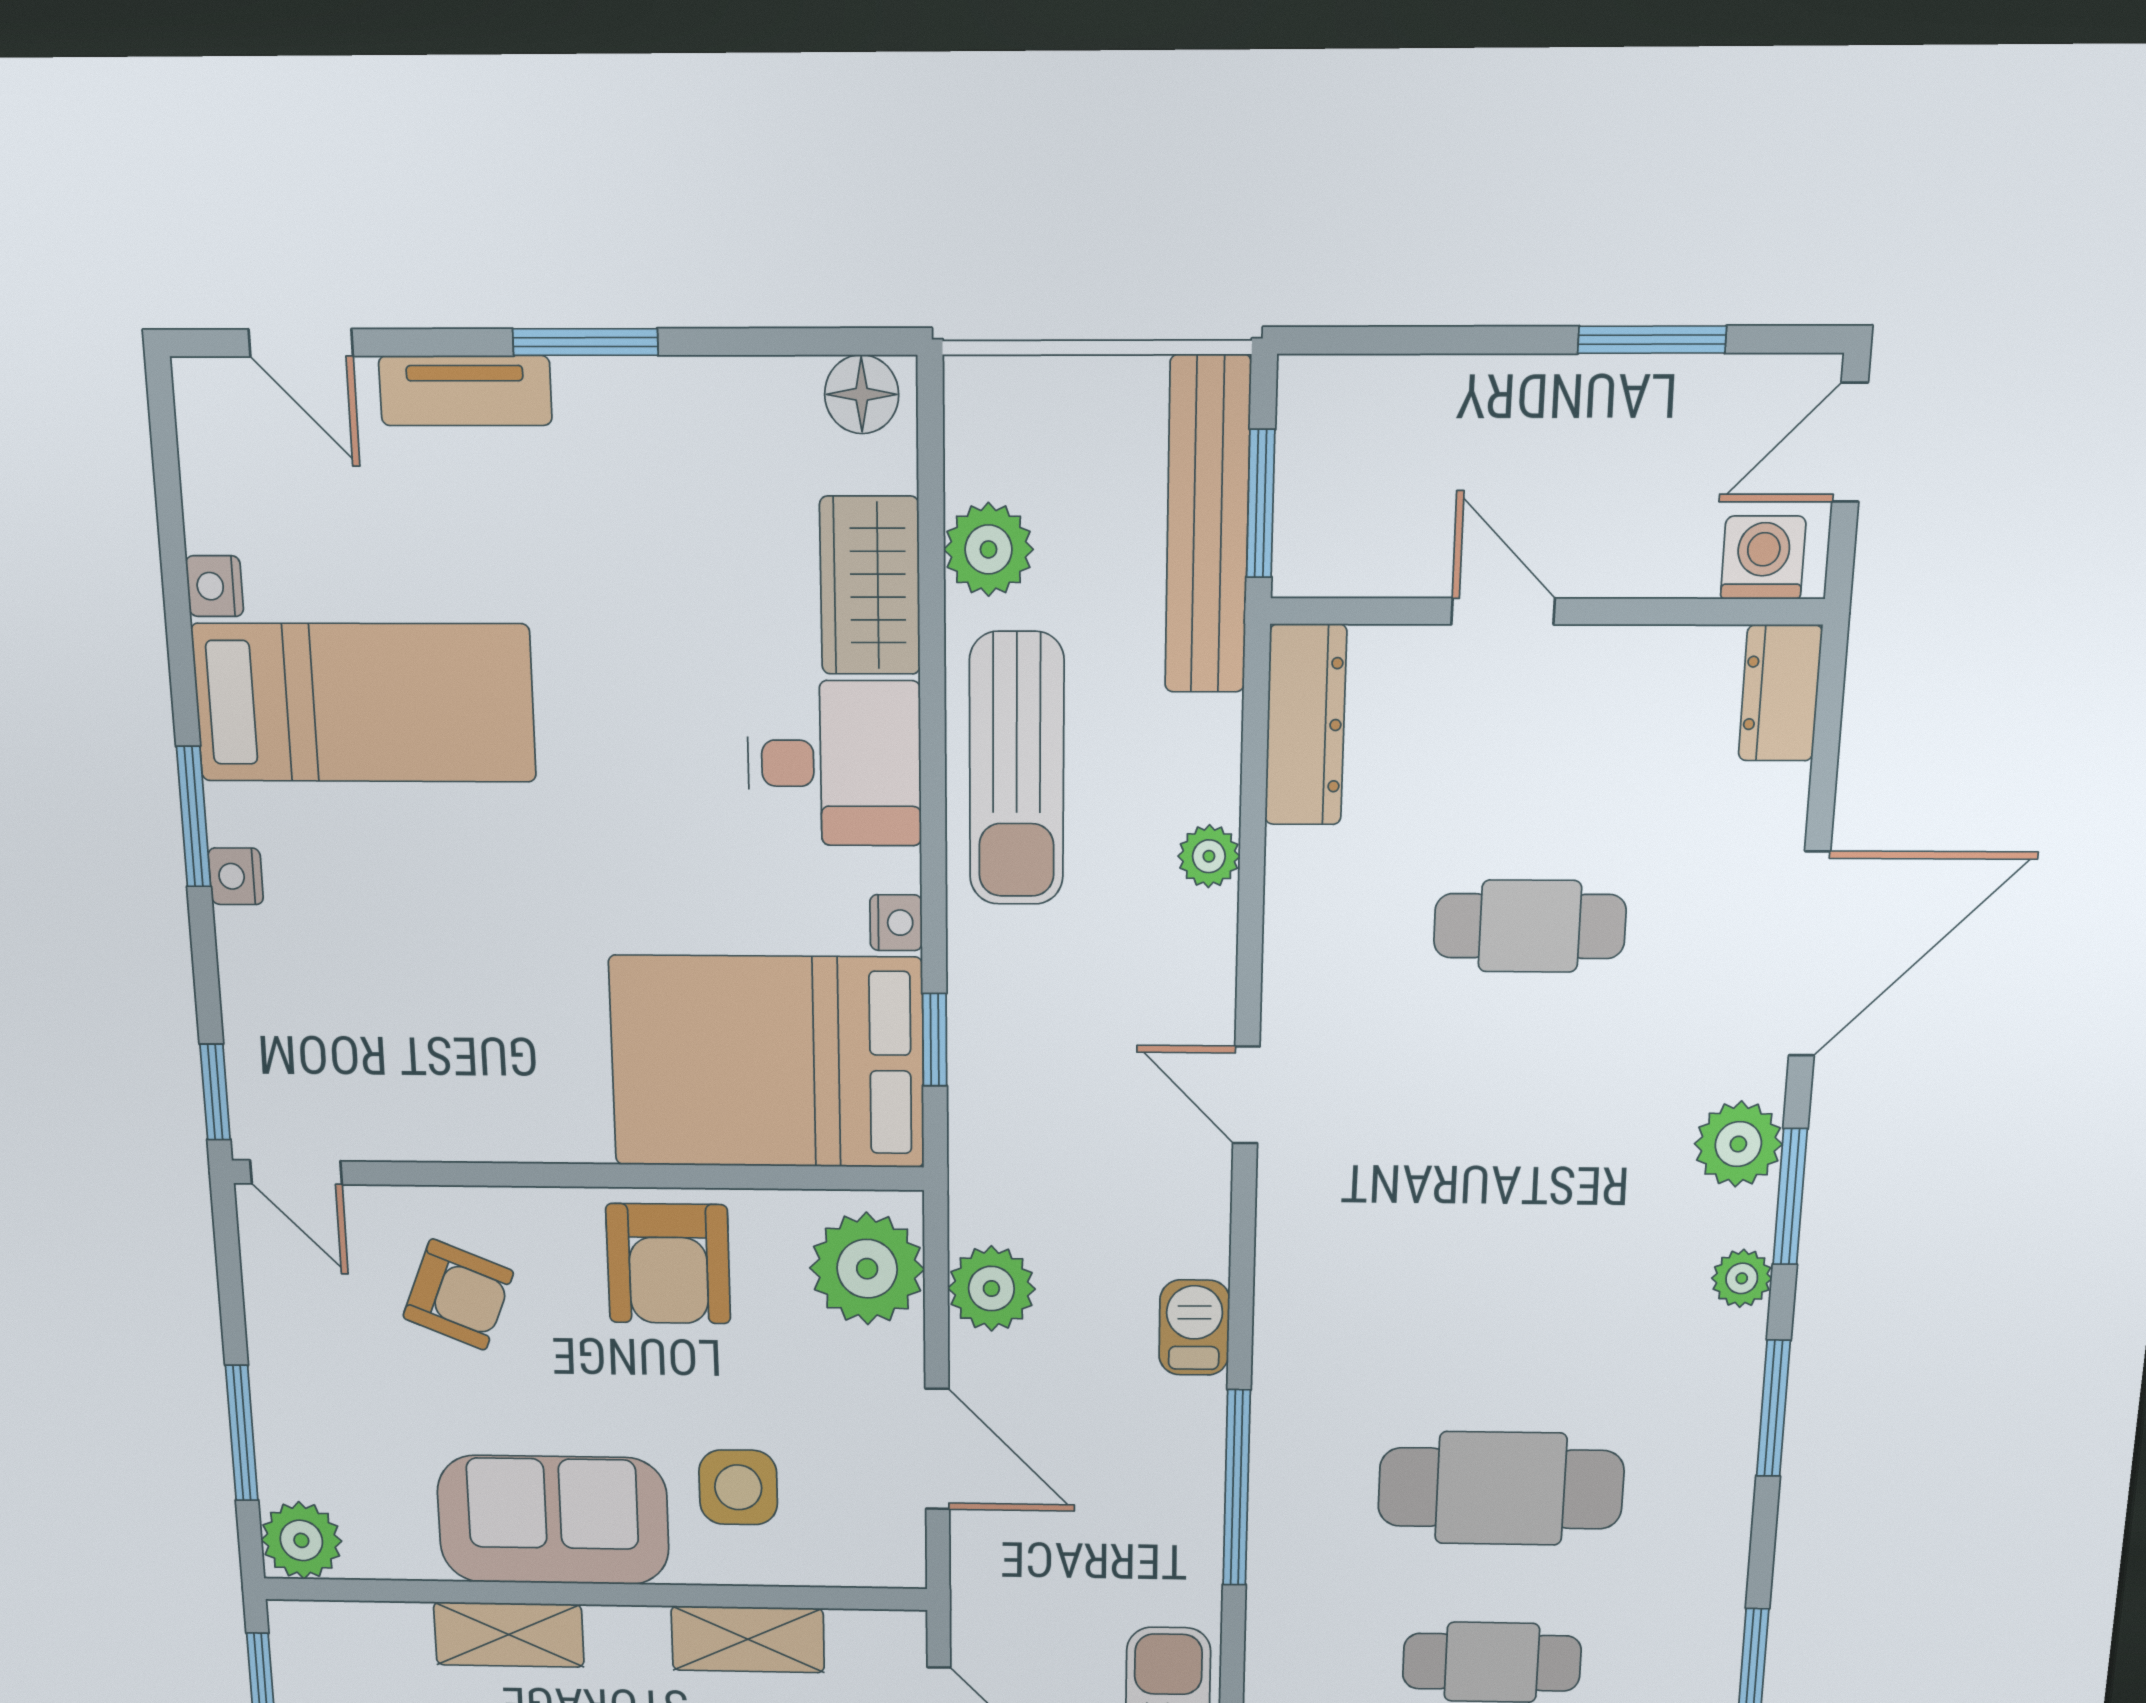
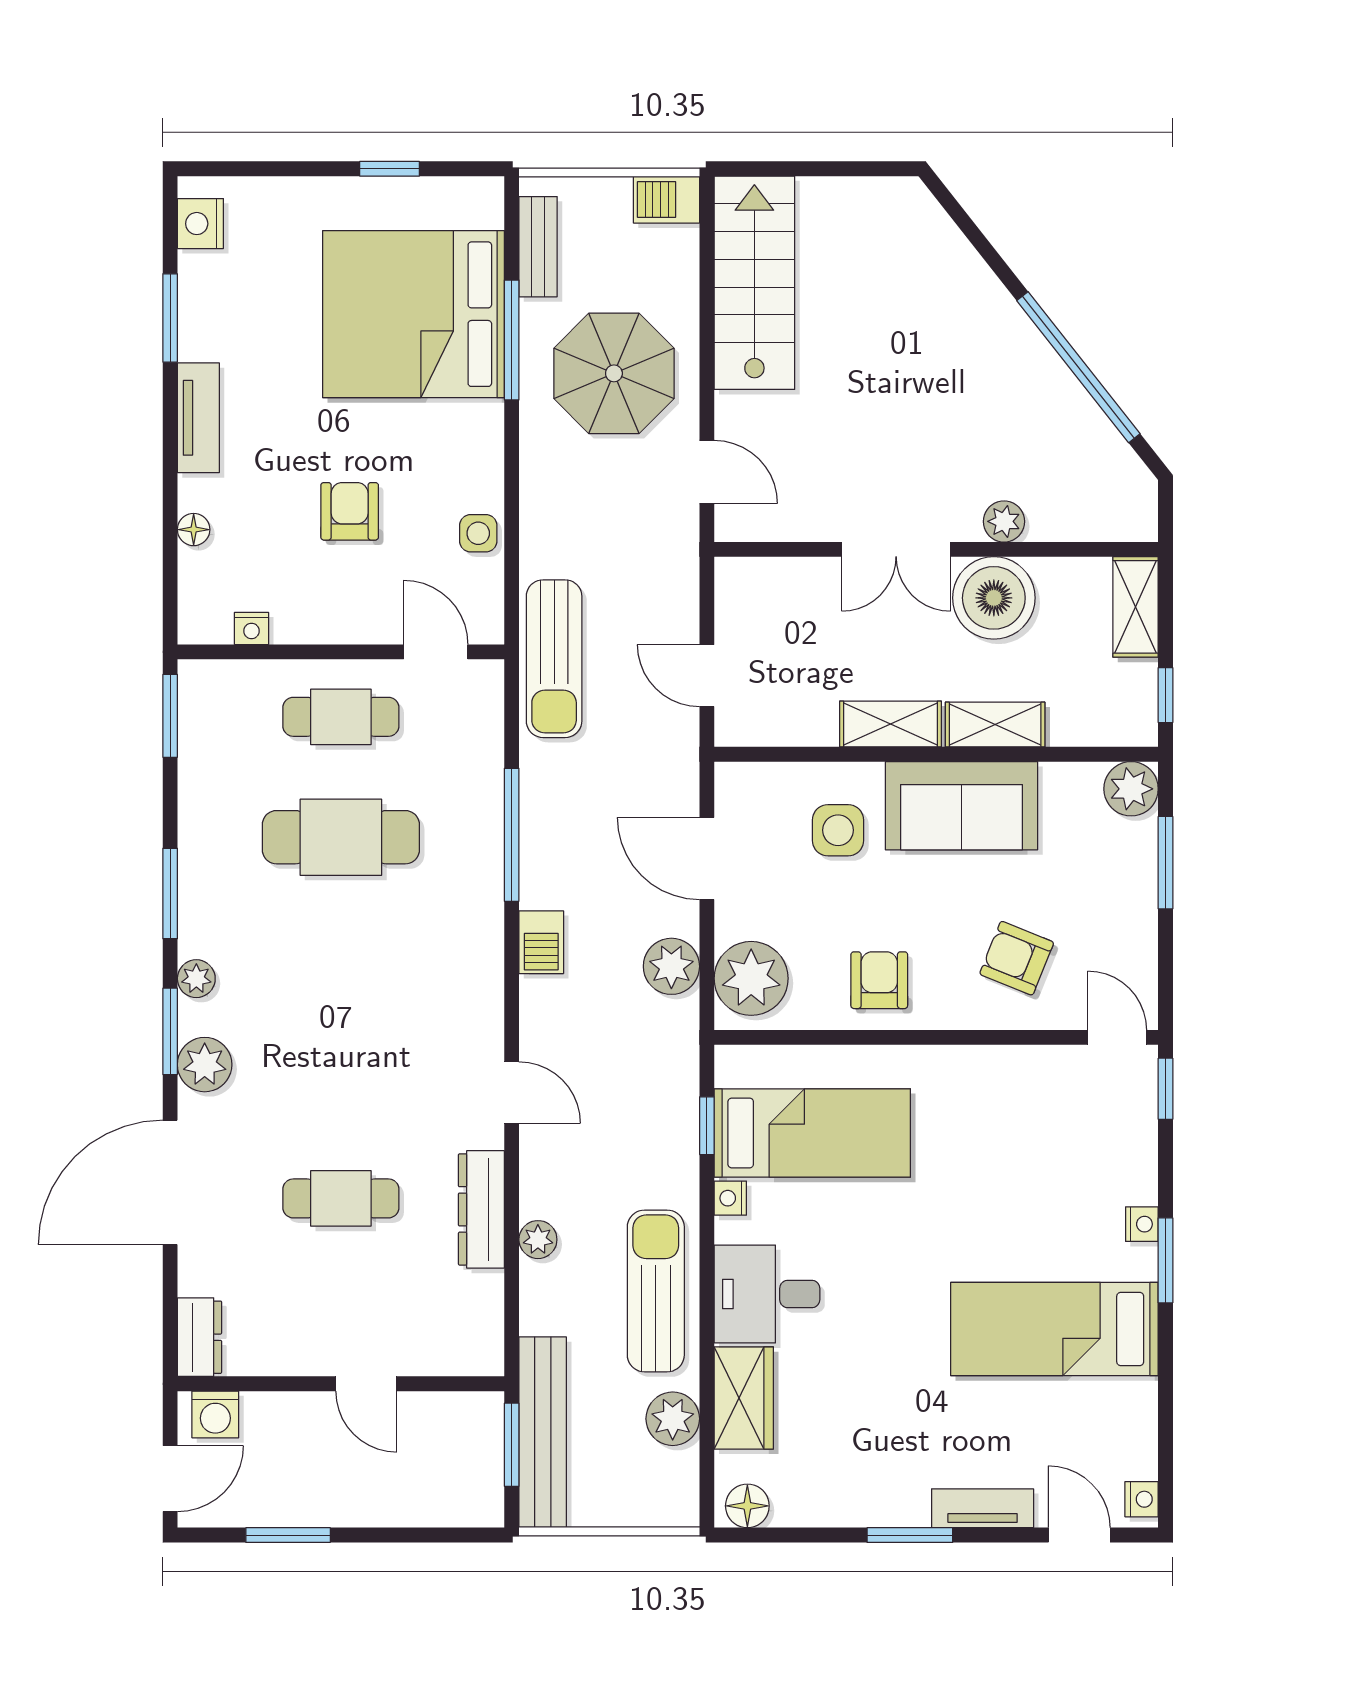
nightstand: (215, 586) -> (1142, 1499), moved
dresser: (1306, 725) -> (481, 1209), moved
bed: (767, 1062) -> (812, 1133), width x0.67
armchair: (668, 1264) -> (879, 980), width x0.72, depth x0.72
shelving: (748, 1639) -> (890, 724), moved

